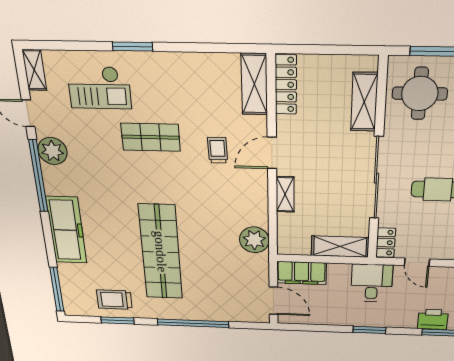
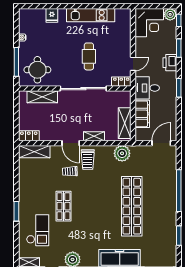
locker: (286, 85) -> (29, 136), width x0.66
shelving: (340, 247) -> (125, 123), moved
shop shelf: (161, 252) -> (132, 206), turned 90
filing cabinet: (301, 273) -> (142, 114), moved
trolley: (114, 300) -> (88, 160), moved
printer: (433, 319) -> (170, 63), moved

